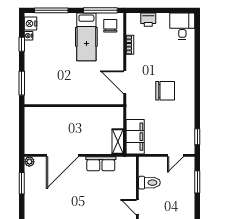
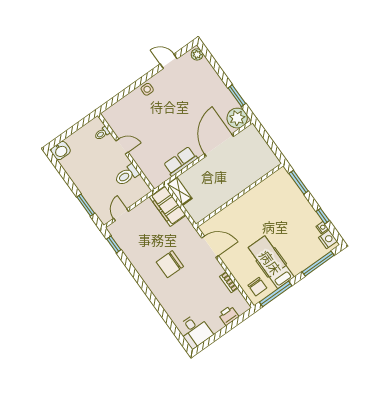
plant: (29, 162) -> (237, 118), width x1.88, depth x1.88

